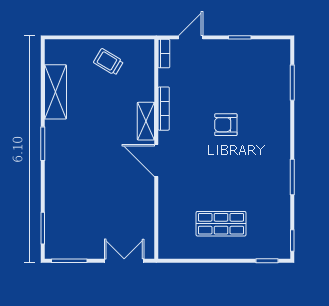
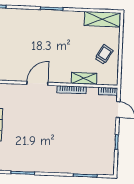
shelving: (55, 92) -> (102, 19), moved
shelving: (146, 121) -> (84, 78), moved
armchair: (226, 125) -> (59, 130), removed

